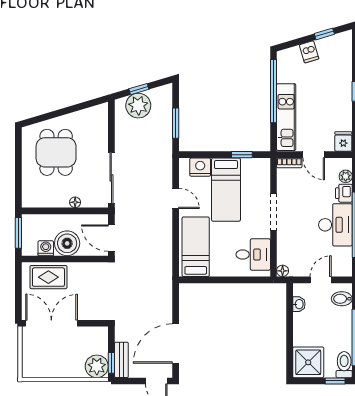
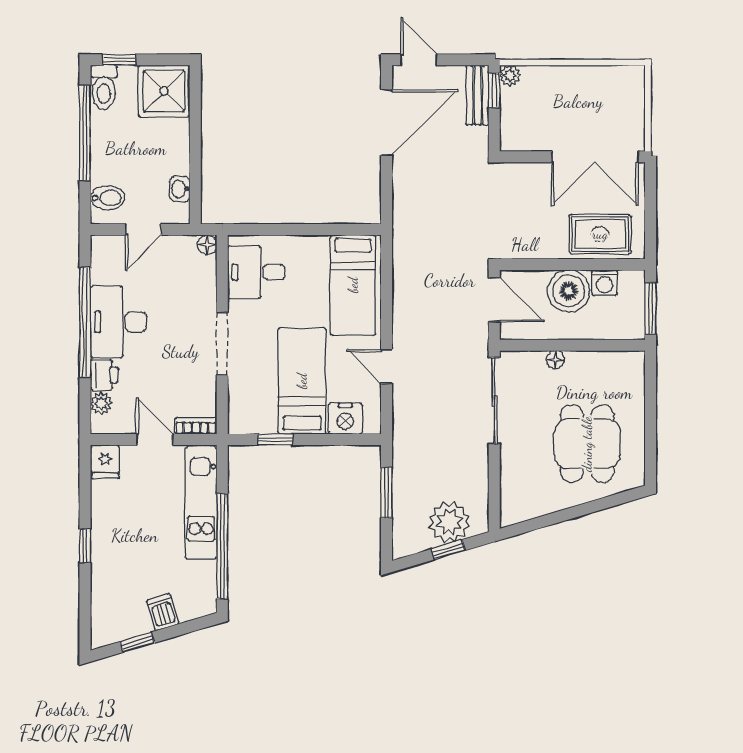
plant: (97, 366) -> (510, 75), width x0.53, depth x0.53

